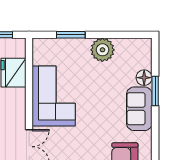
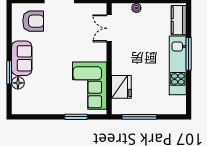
plant: (102, 50) -> (51, 105), removed
corner sofa: (54, 96) -> (90, 86), moved

